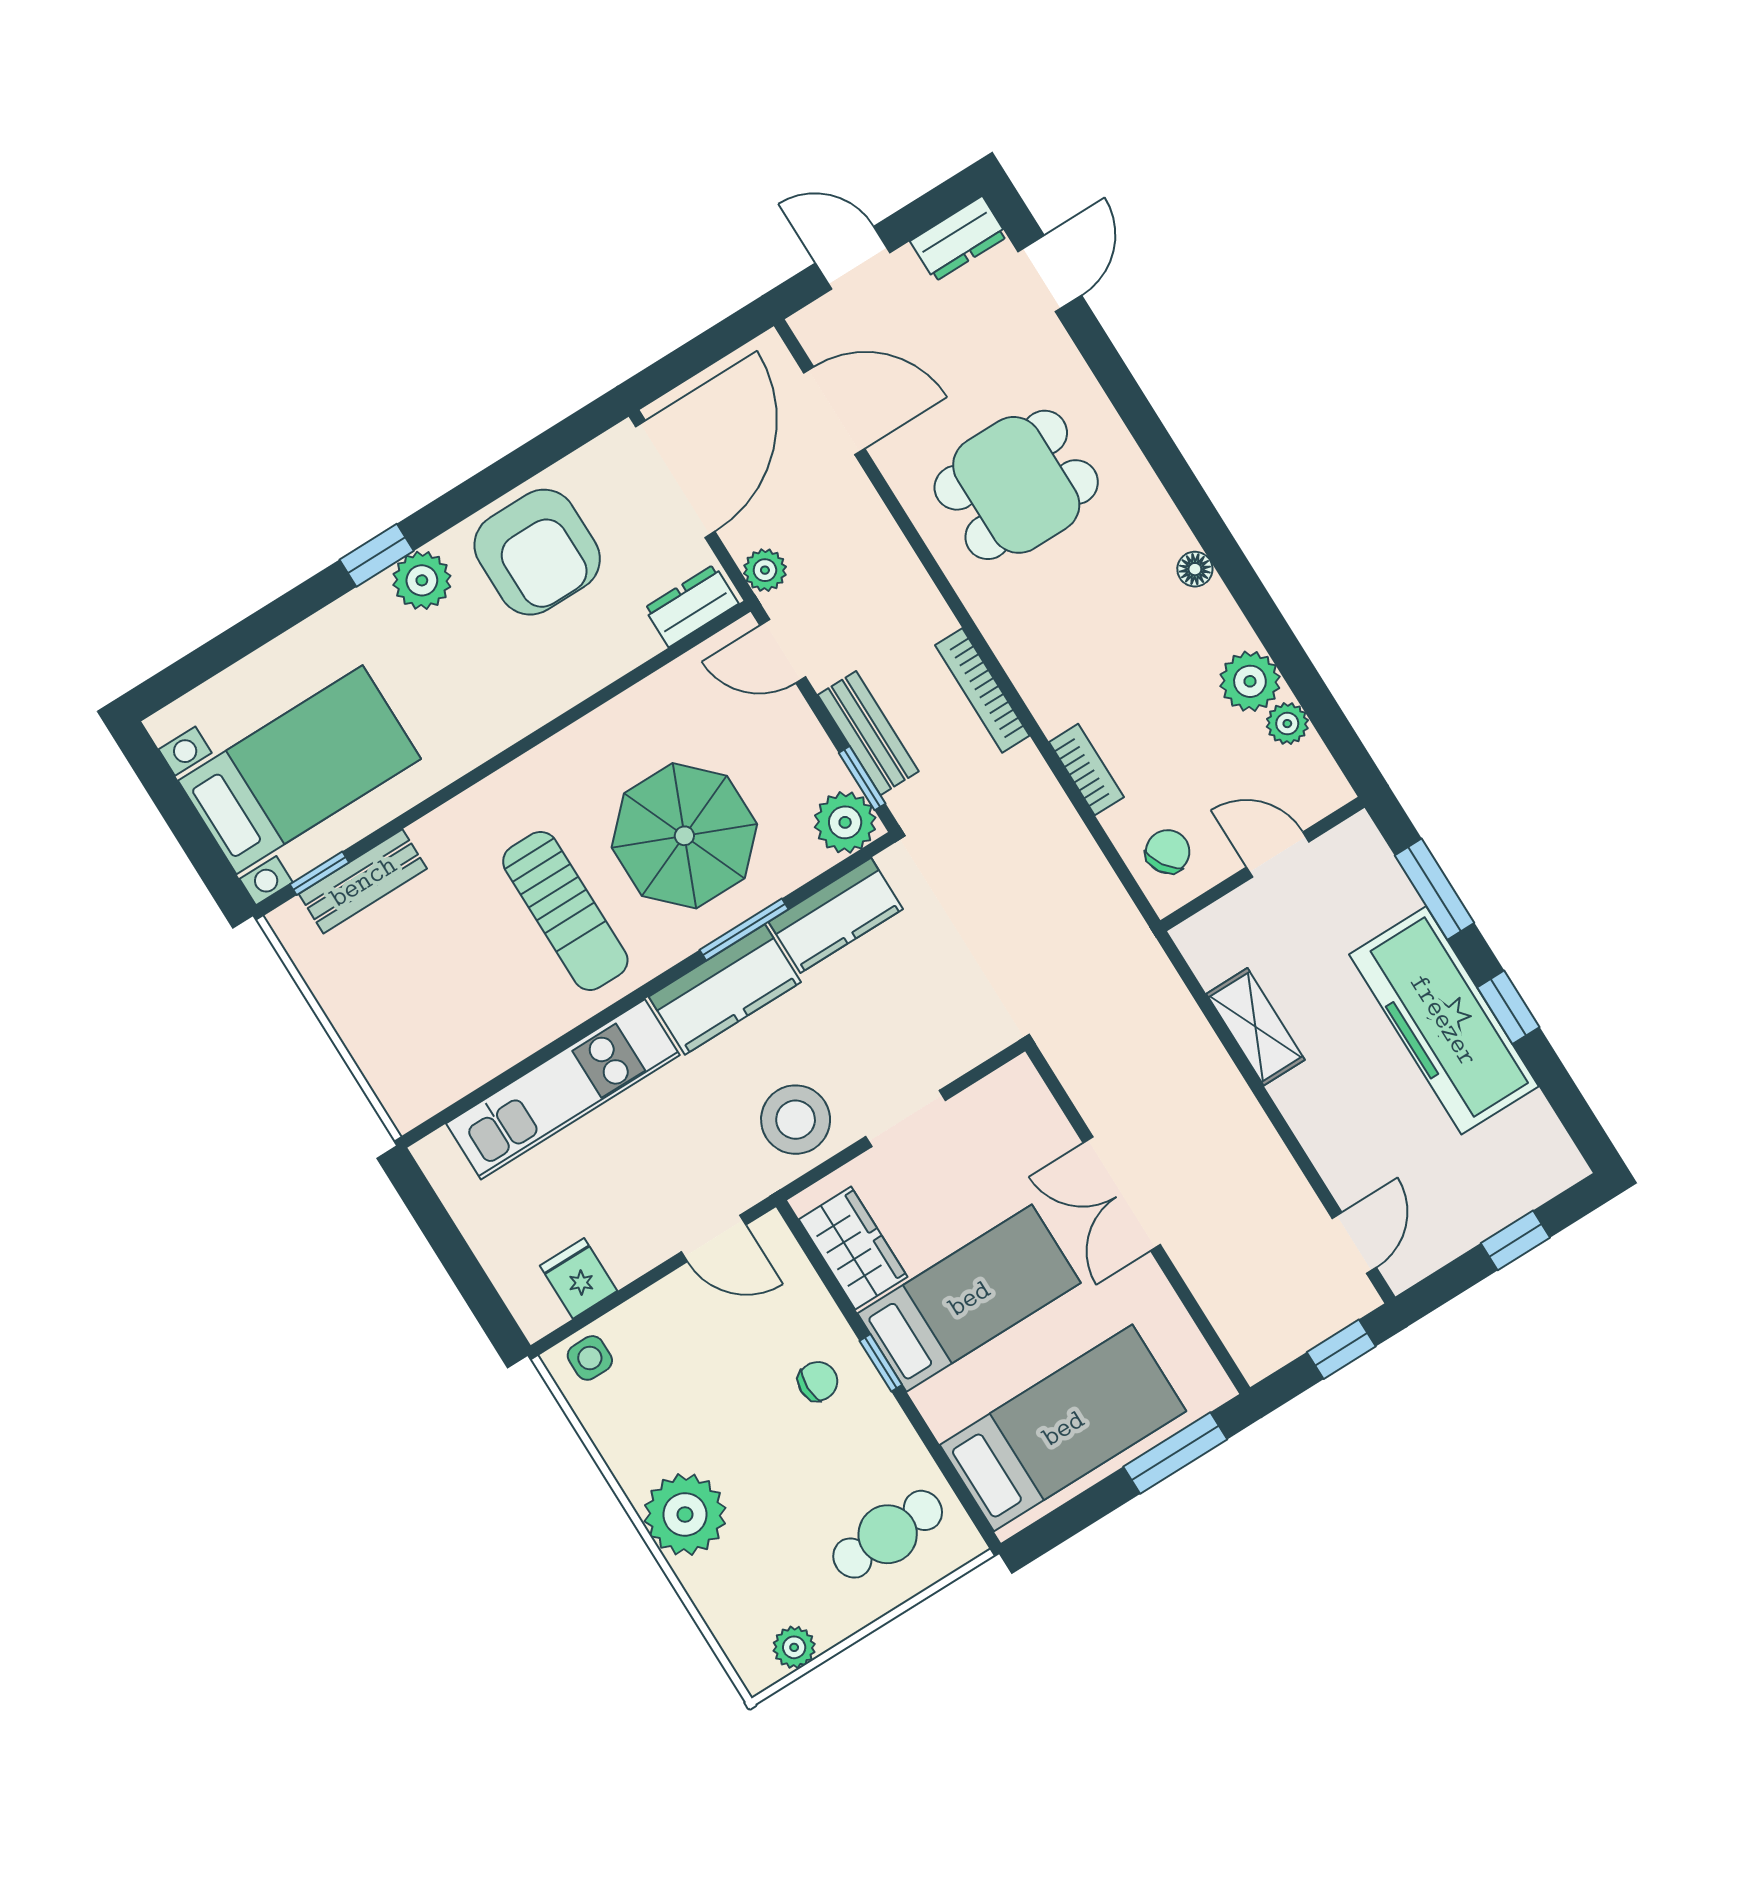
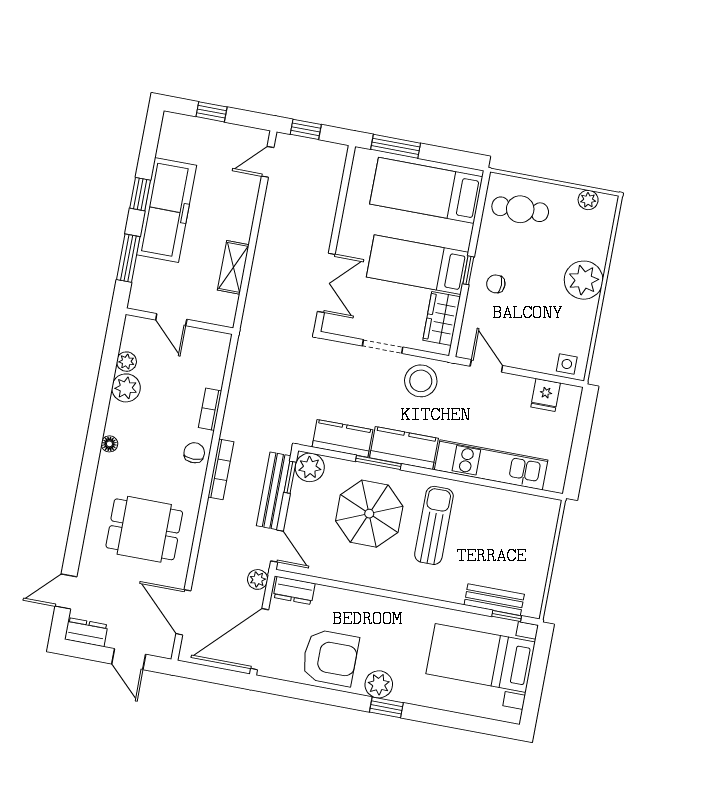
armchair: (537, 552) -> (330, 658), turned 90
bench: (868, 733) -> (274, 491), width x1.36
chair: (1168, 852) -> (194, 453), moved, turned 123
double door: (1122, 1194) -> (326, 283), moved

